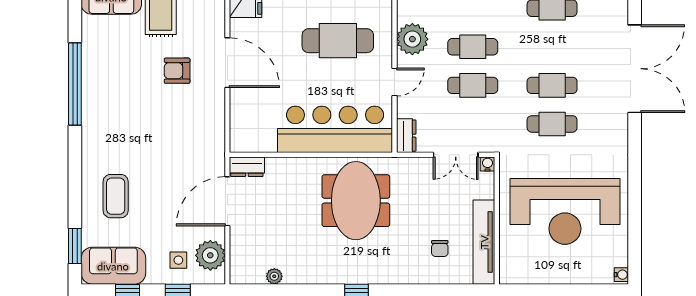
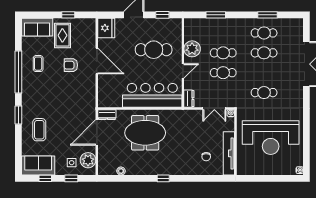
coffee table: (113, 68) -> (38, 64), added
cafe table: (552, 85) -> (264, 53), moved
meeting table: (356, 201) -> (145, 133), moved, turned 90
window: (75, 246) -> (18, 115), moved

